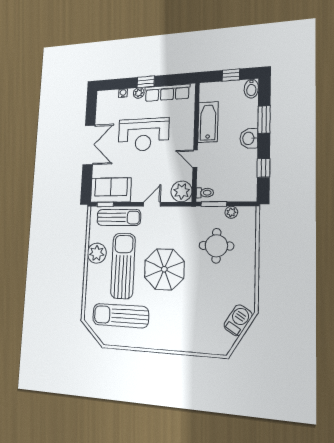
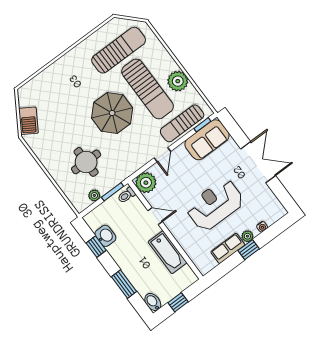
row of seats: (167, 93) -> (228, 248), width x0.68
washbasin: (249, 138) -> (105, 236), moved
double door: (89, 145) -> (258, 162), swing flipped

